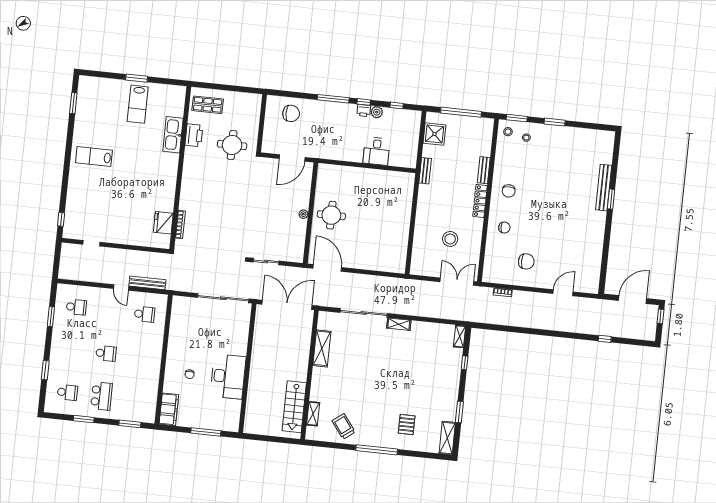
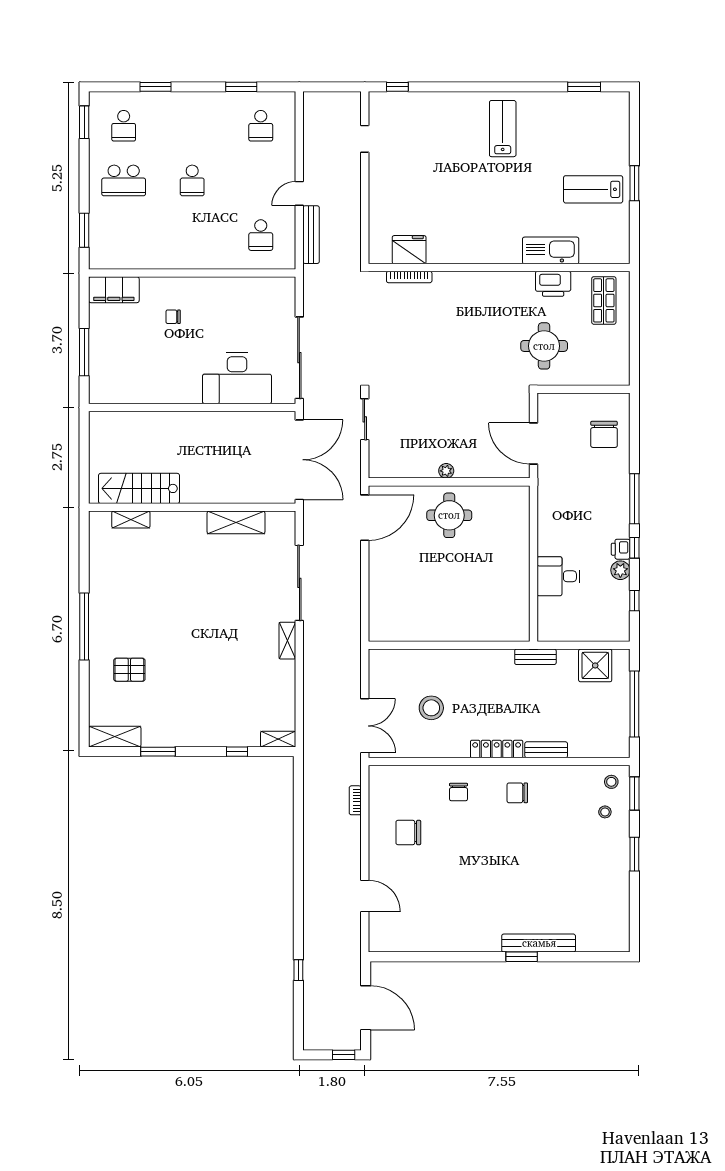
chair: (526, 261) -> (408, 833), turned 90
desk: (228, 376) -> (237, 378), moved
window: (84, 419) -> (84, 122), moved
trolley: (344, 426) -> (116, 570), removed

